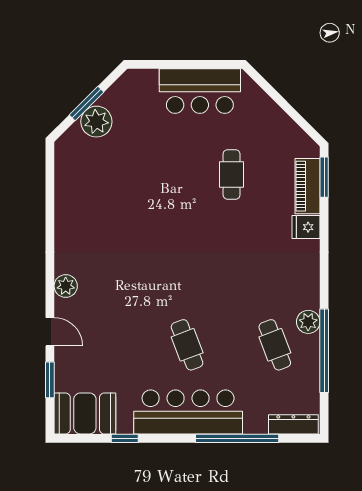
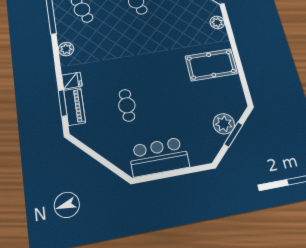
window: (324, 177) -> (63, 103), moved
pool table: (93, 216) -> (211, 65), added
plant: (308, 322) -> (66, 49), moved

